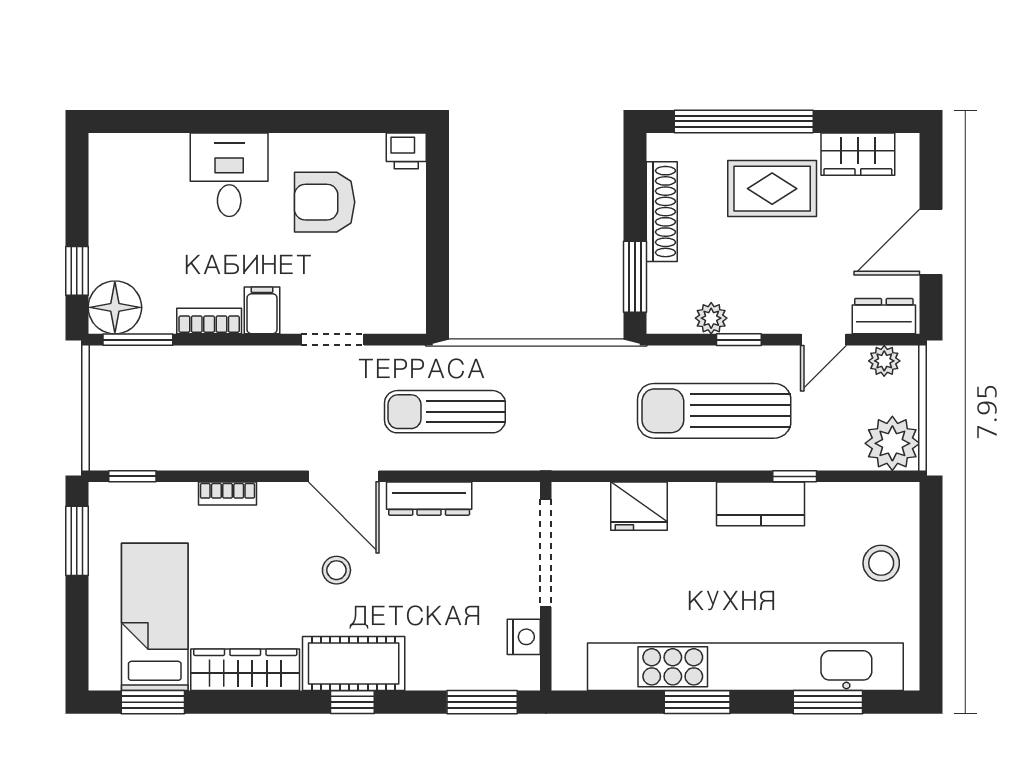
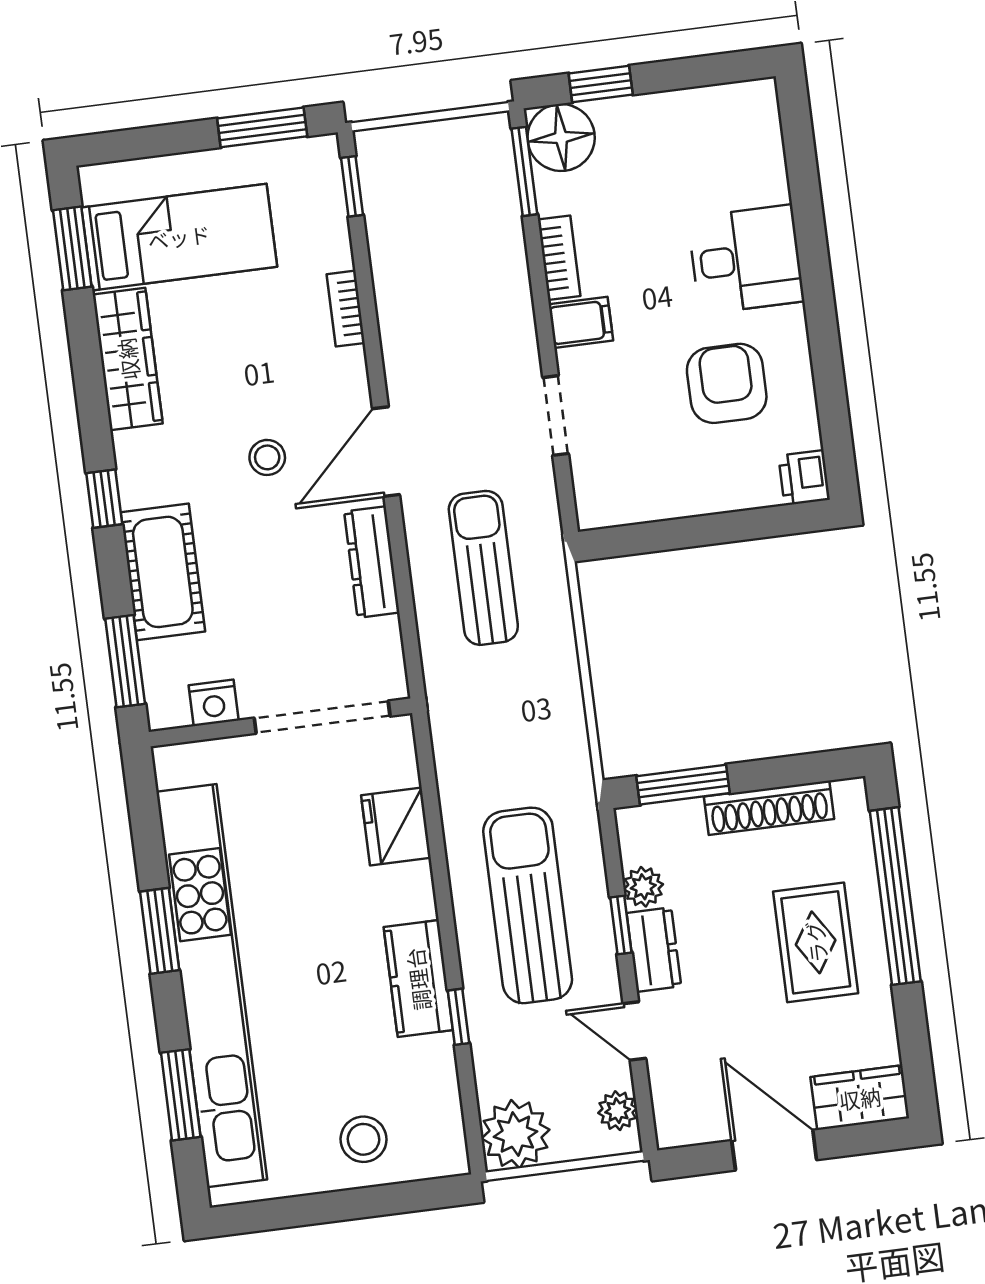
wardrobe: (858, 154) -> (860, 1098), moved, turned 90
dresser: (884, 316) -> (654, 950), moved
cot: (354, 664) -> (163, 572), moved

